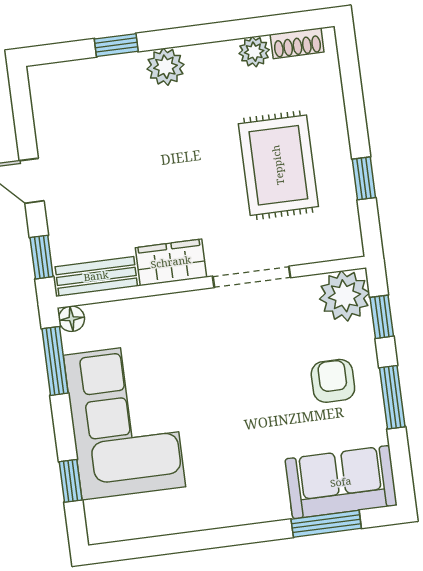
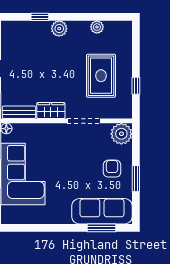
shoe rack: (297, 43) -> (115, 26), removed
window: (382, 317) -> (136, 145), removed
sofa: (341, 482) -> (102, 211), width x1.36

